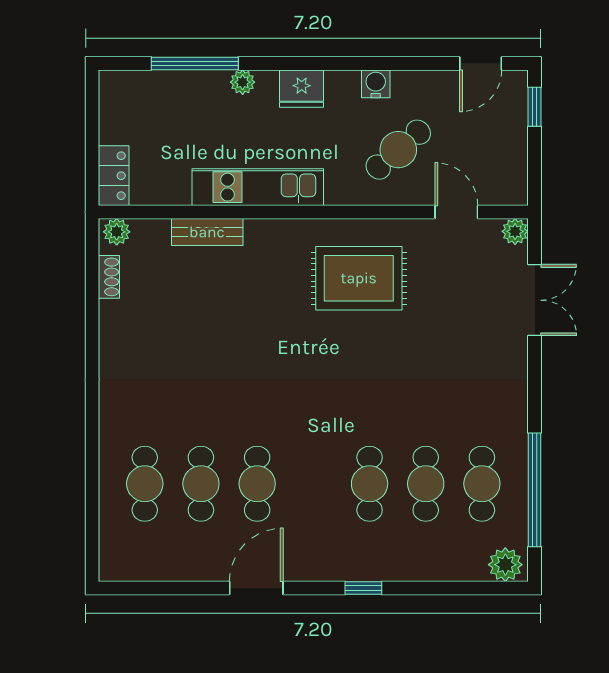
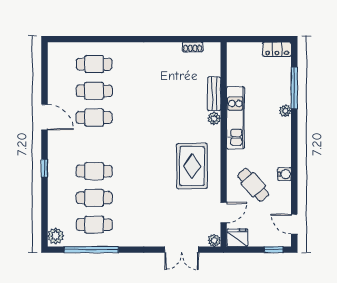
fridge: (302, 89) -> (237, 238), moved, turned 90
locker: (114, 176) -> (277, 49), moved
plant: (117, 232) -> (214, 118), moved

